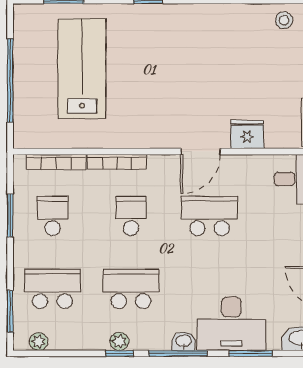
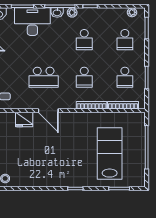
lab bench: (82, 69) -> (110, 153), turned 180
door: (201, 152) -> (48, 111), swing flipped
school desk: (52, 289) -> (125, 40), width x0.54
school desk: (131, 289) -> (84, 40), width x0.54
plant: (119, 341) -> (72, 12), moved

